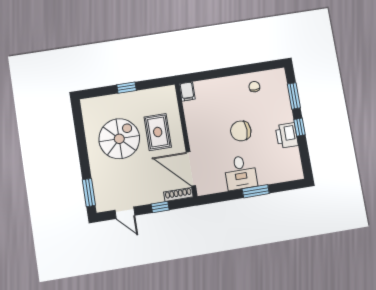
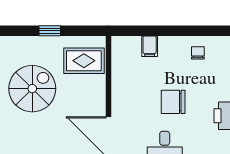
filing cabinet: (187, 92) -> (150, 46), moved
rug: (158, 132) -> (84, 61), moved, turned 90

